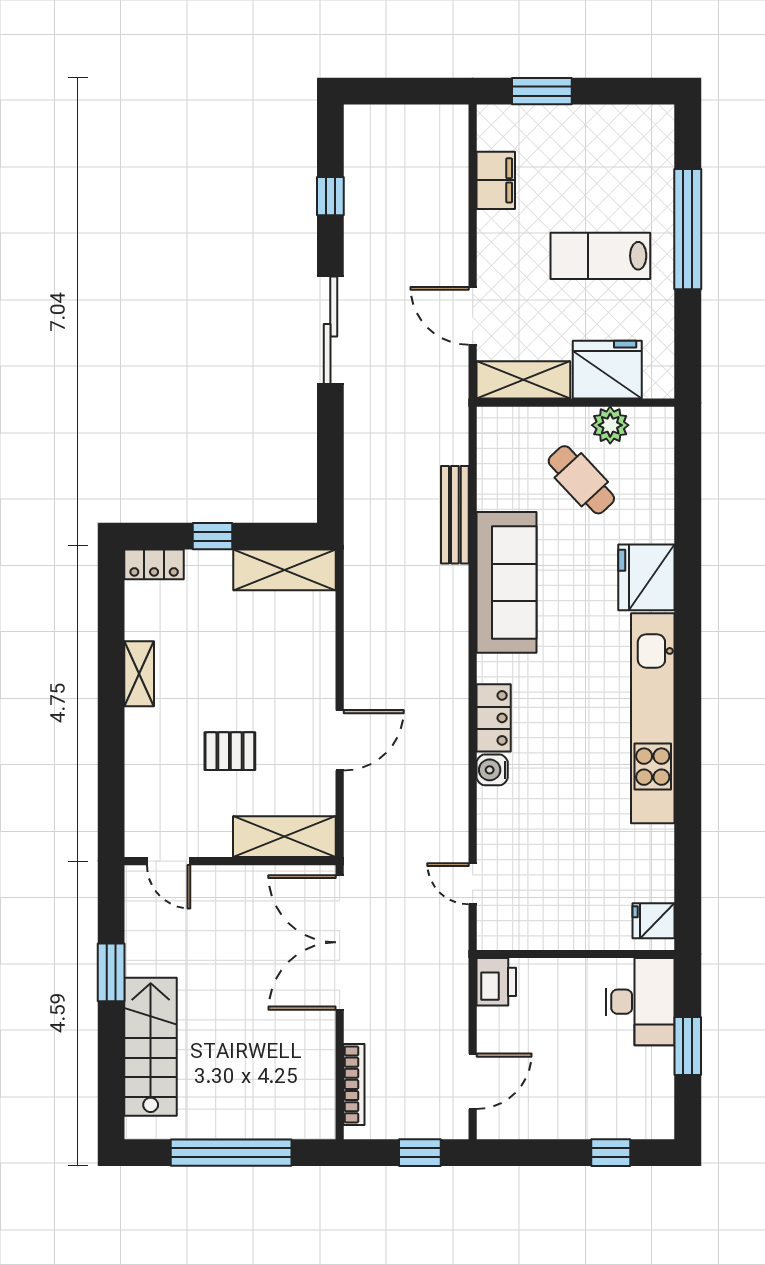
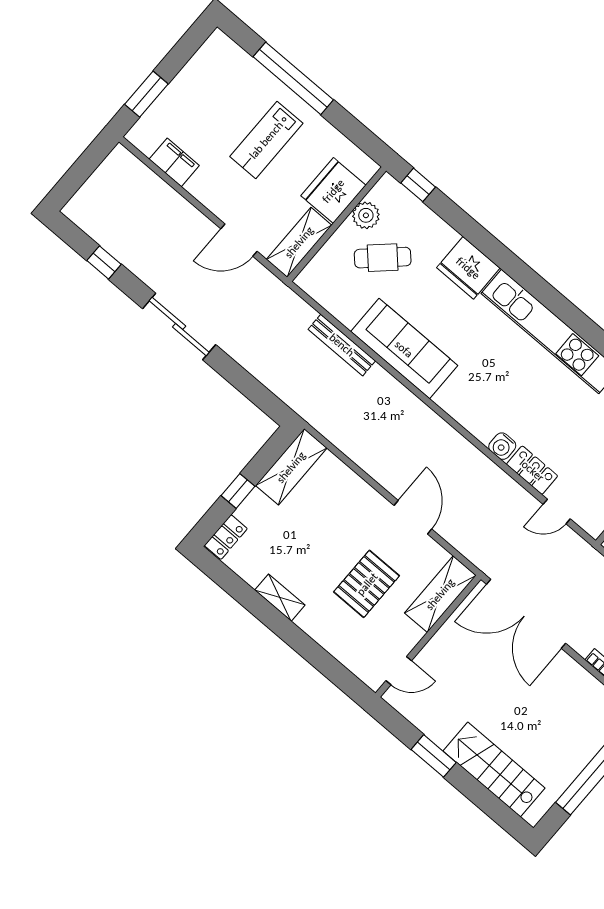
window: (688, 452) -> (418, 185), added
locker: (494, 718) -> (532, 470), moved
pallet: (230, 751) -> (367, 584), width x1.50, depth x1.42

